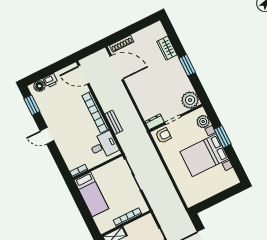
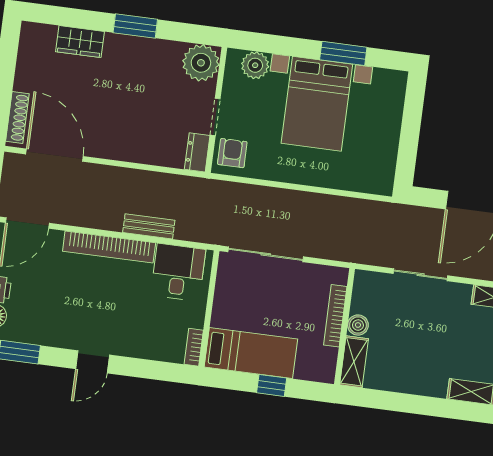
door: (117, 68) -> (55, 155), hinge flipped
window: (223, 137) -> (343, 53), moved
window: (84, 211) -> (272, 385), added
boiler: (130, 228) -> (358, 325), added

